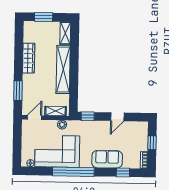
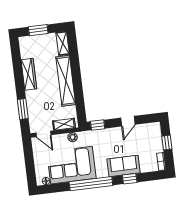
door: (34, 118) -> (43, 134), swing flipped
window: (123, 173) -> (130, 179), moved

